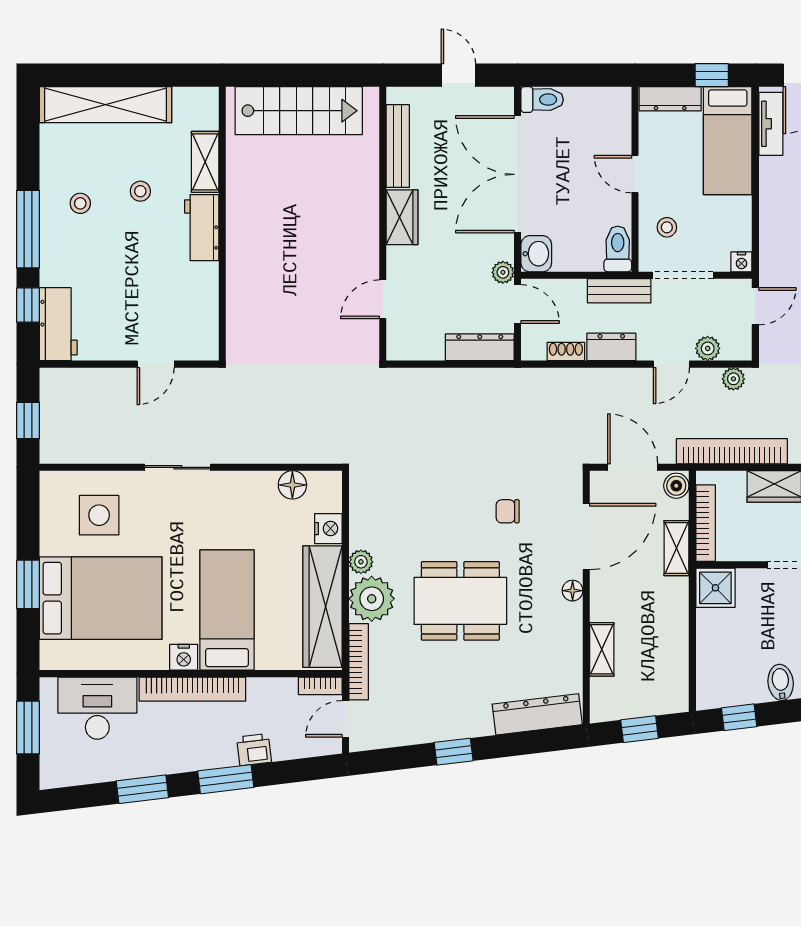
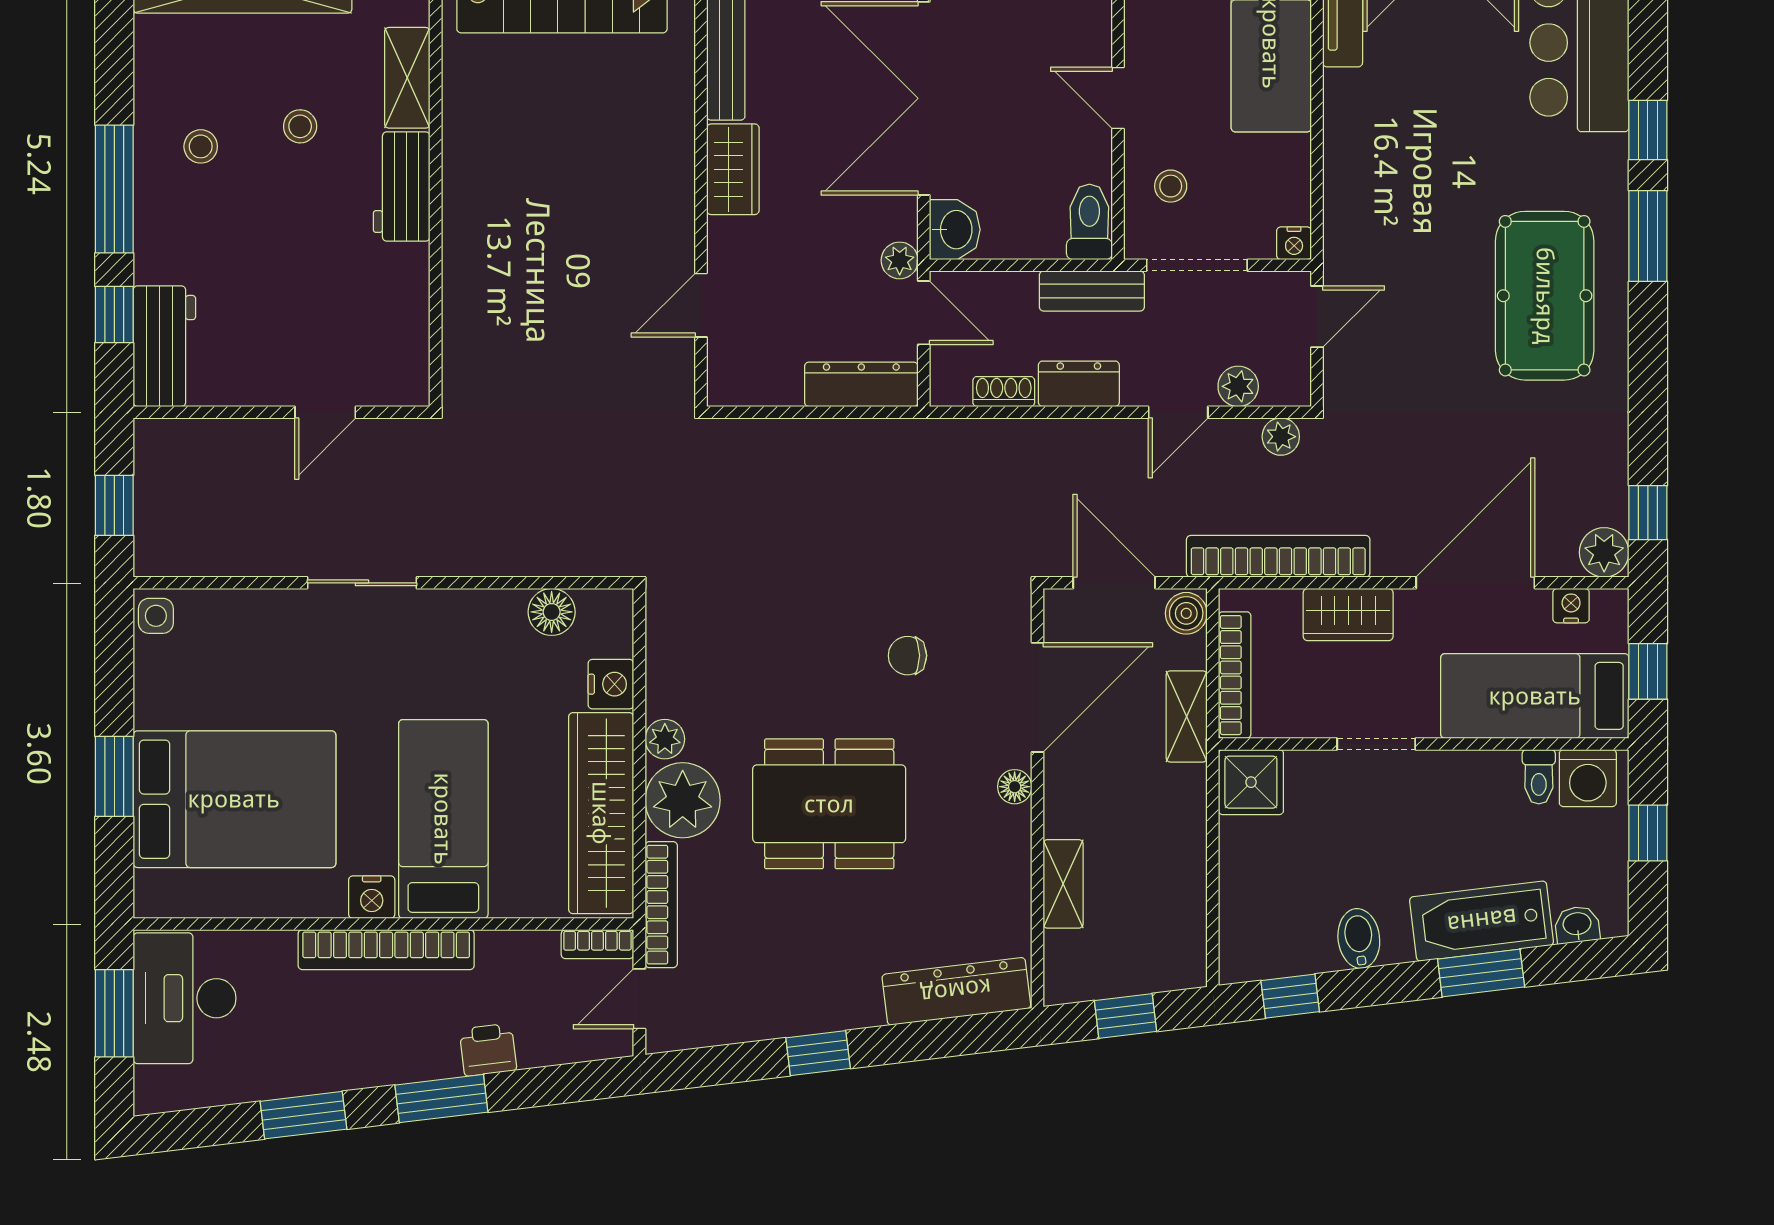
side table: (99, 515) -> (156, 616), moved, width x0.54, depth x0.54
desk: (97, 708) -> (185, 998), moved, turned -90

